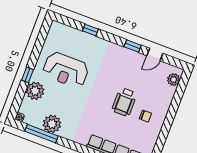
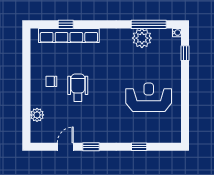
window: (27, 75) -> (185, 53), moved
plant: (174, 80) -> (37, 115), moved
plant: (35, 91) -> (171, 65), removed

